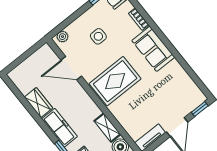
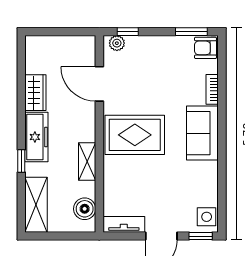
window: (63, 25) -> (128, 32), added
side table: (98, 36) -> (207, 217), moved
shelving: (107, 128) -> (87, 161), moved

